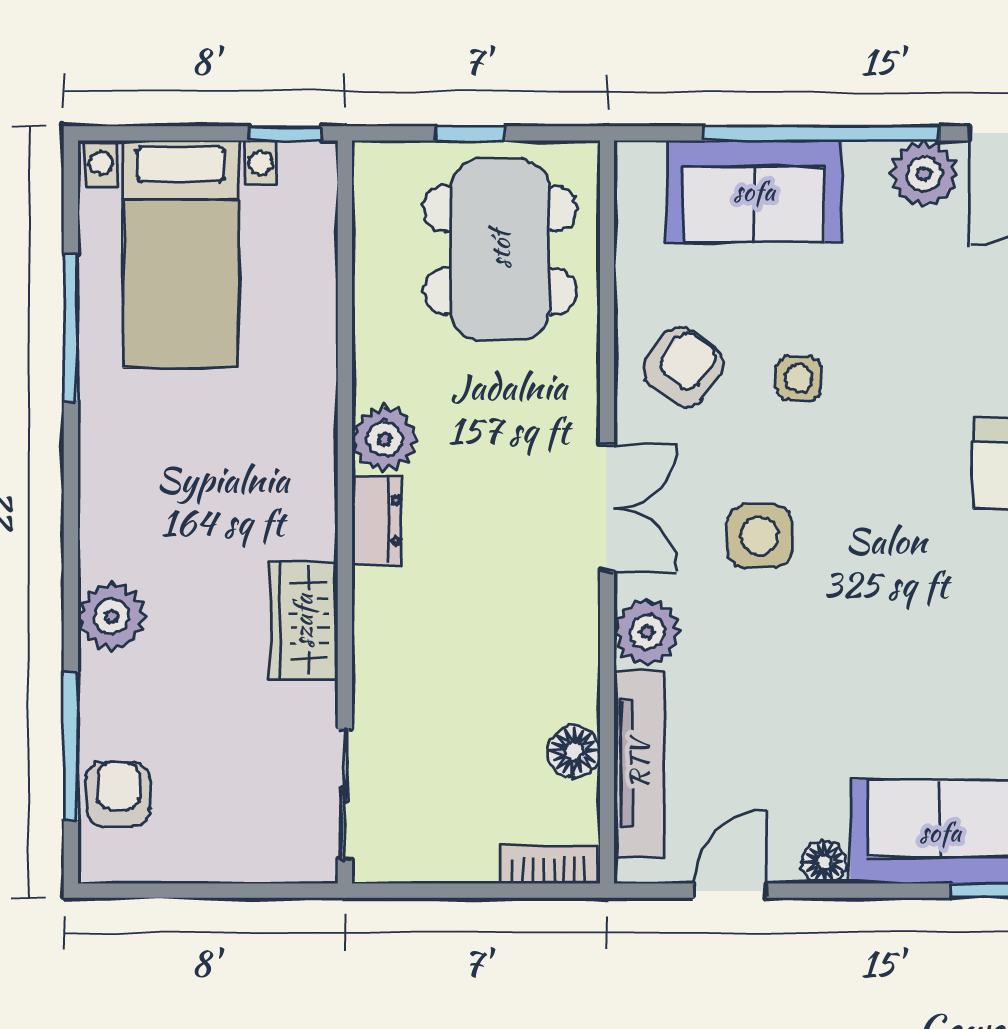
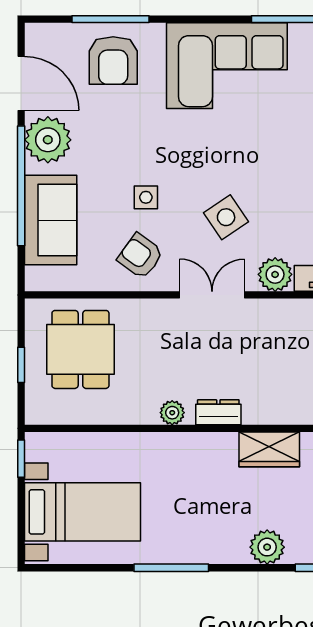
plant: (924, 174) -> (48, 140), width x1.36, depth x1.36
dining table: (500, 250) -> (80, 349), width x0.73
window: (71, 327) -> (171, 568), moved
plant: (385, 439) -> (172, 413), width x0.73, depth x0.73
side table: (760, 536) -> (226, 217), turned -34

